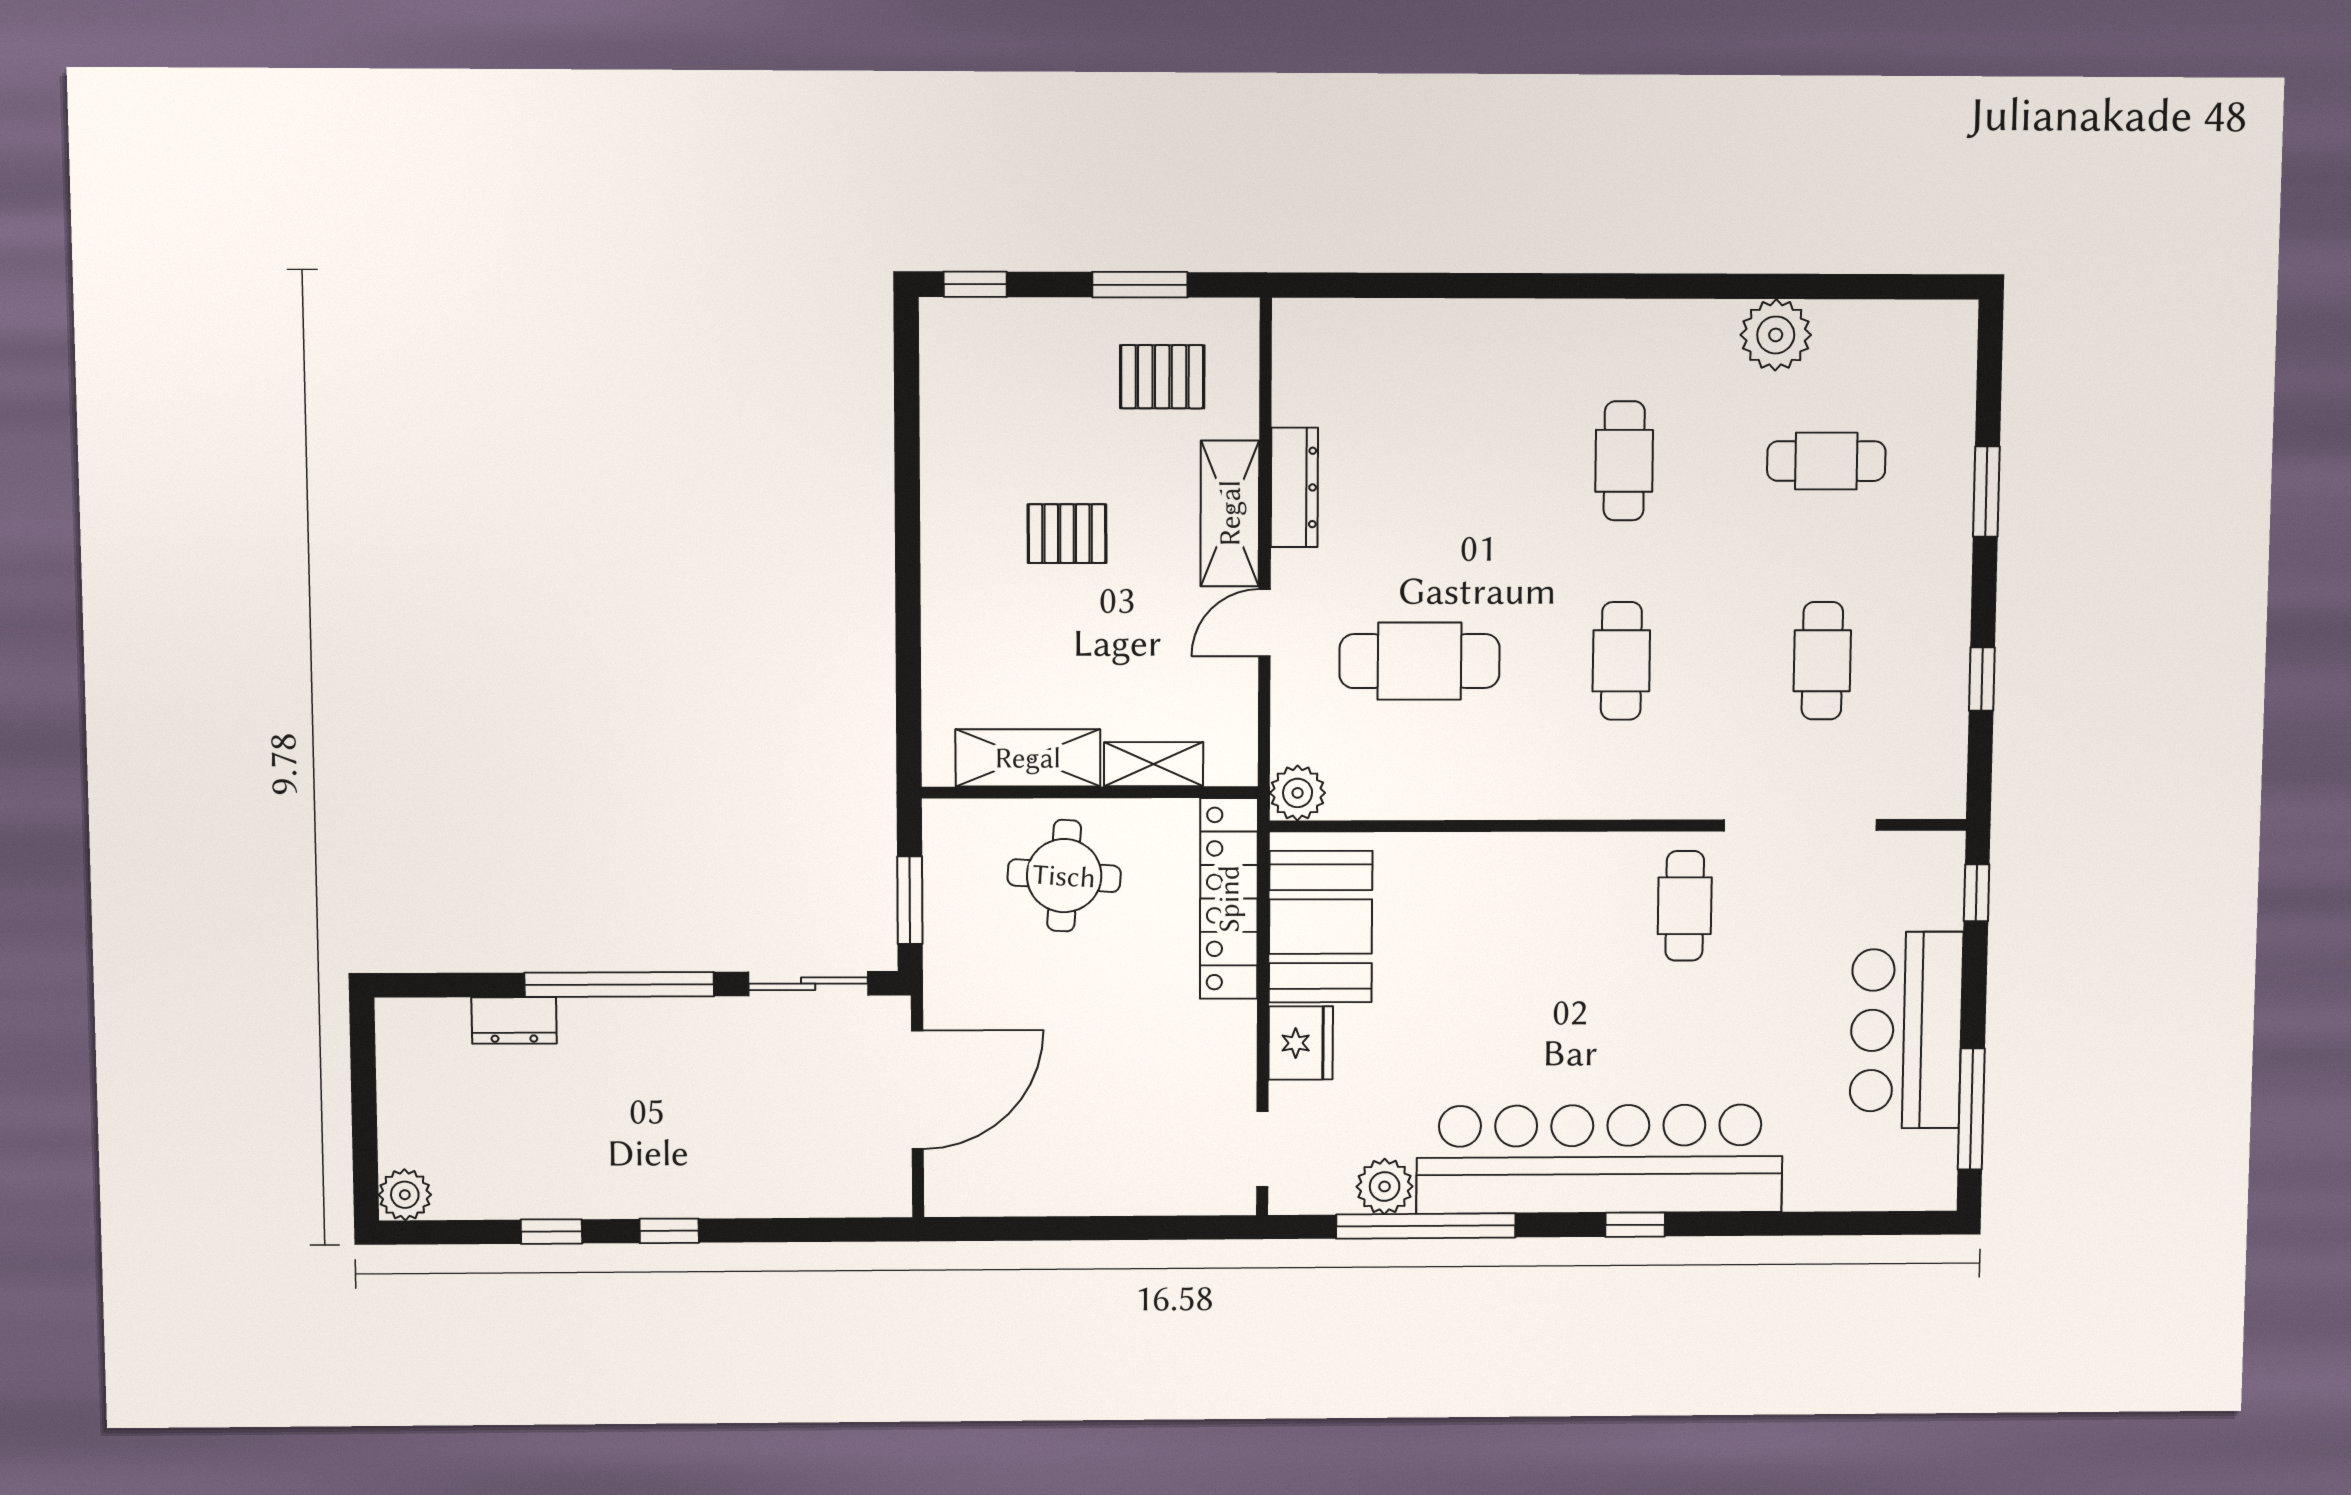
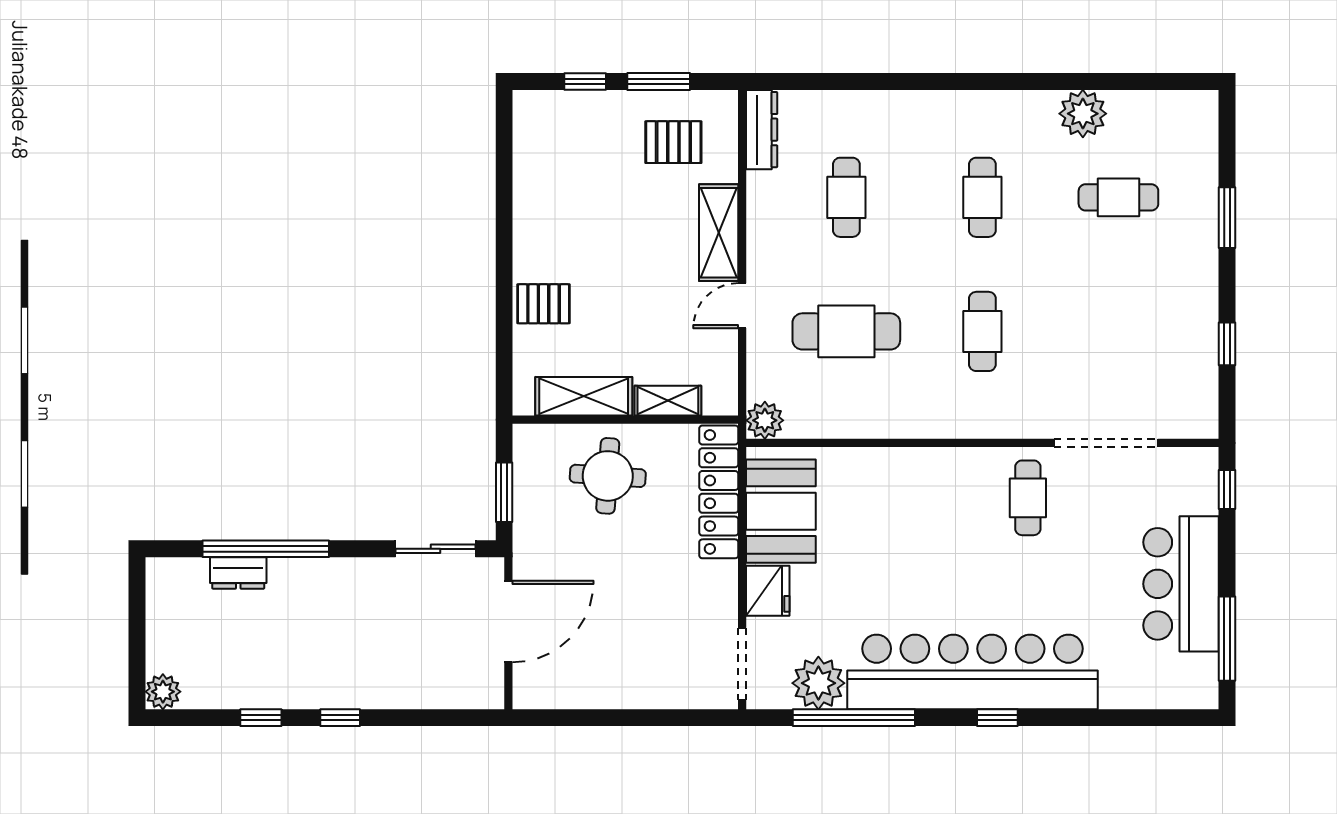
window: (975, 284) -> (585, 81), moved
dresser: (1294, 487) -> (762, 130), moved
pallet: (1067, 534) -> (544, 304), moved
cafe table: (1822, 661) -> (846, 197), moved
window: (619, 984) -> (266, 549), moved
doorway: (1262, 1149) -> (742, 664), width x1.38
plant: (1385, 1186) -> (818, 683), width x1.36, depth x1.36

